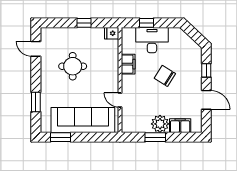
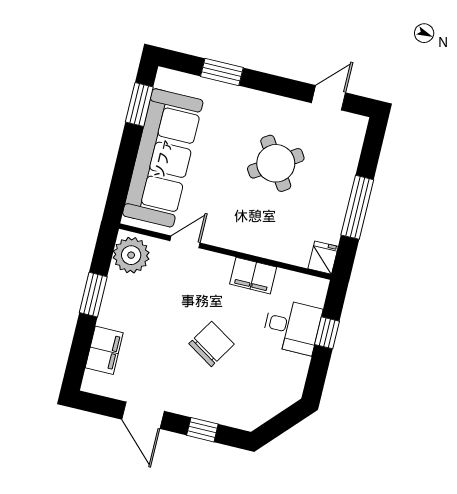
window: (84, 23) -> (357, 207), width x2.17
desk: (152, 40) -> (292, 327), width x0.73
round table: (73, 66) -> (276, 163), turned -33
door: (206, 100) -> (143, 415), hinge flipped
plant: (160, 124) -> (131, 255), moved

